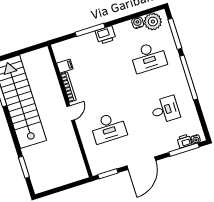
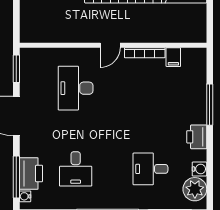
printer: (106, 35) -> (197, 137), moved
desk: (149, 57) -> (150, 169), width x0.73
door: (71, 113) -> (110, 45), hinge flipped
printer: (184, 141) -> (31, 174), width x1.87, depth x1.48

